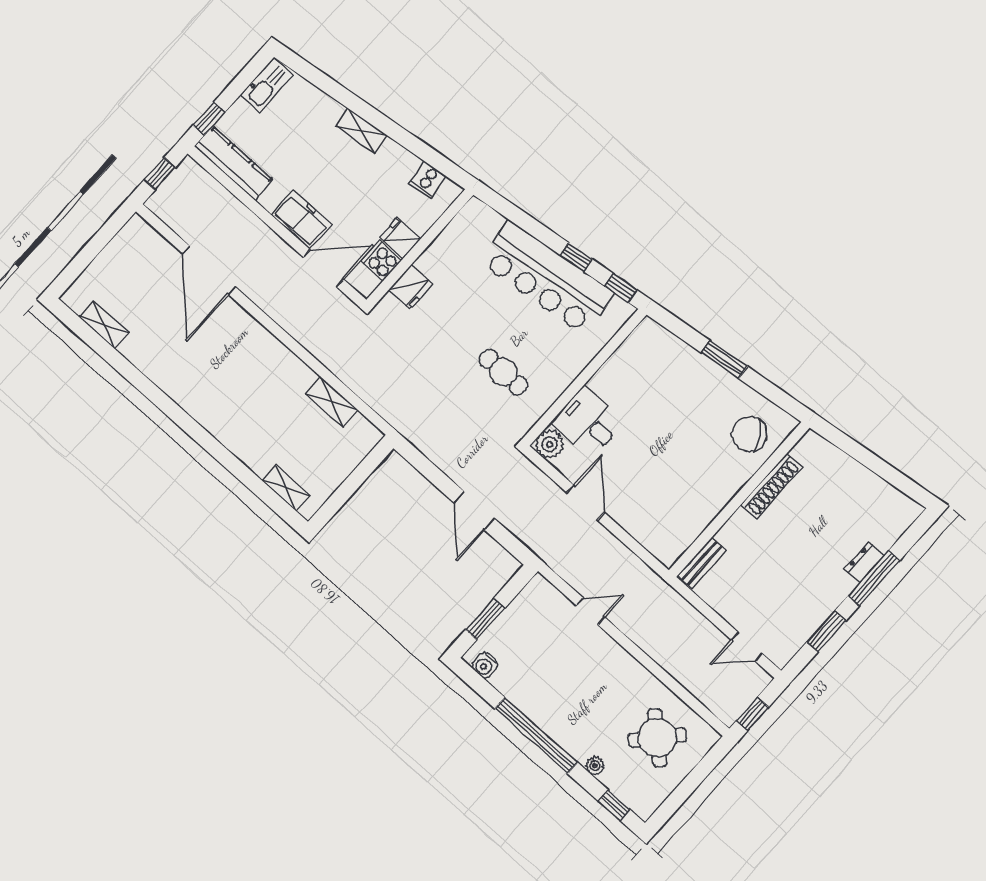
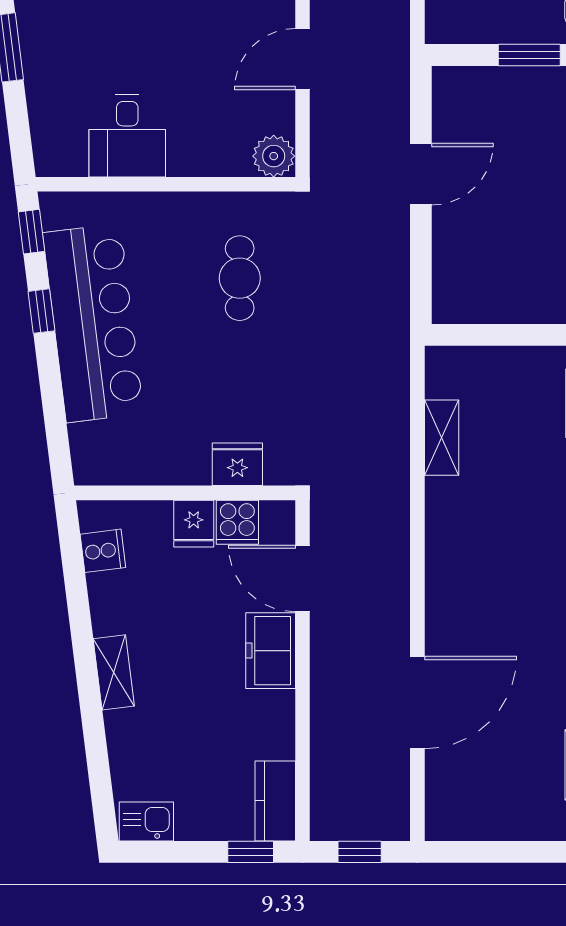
kitchen sink: (267, 85) -> (146, 821), width x0.73
kitchen counter: (234, 163) -> (275, 801), width x0.67
desk: (588, 422) -> (127, 136), moved

